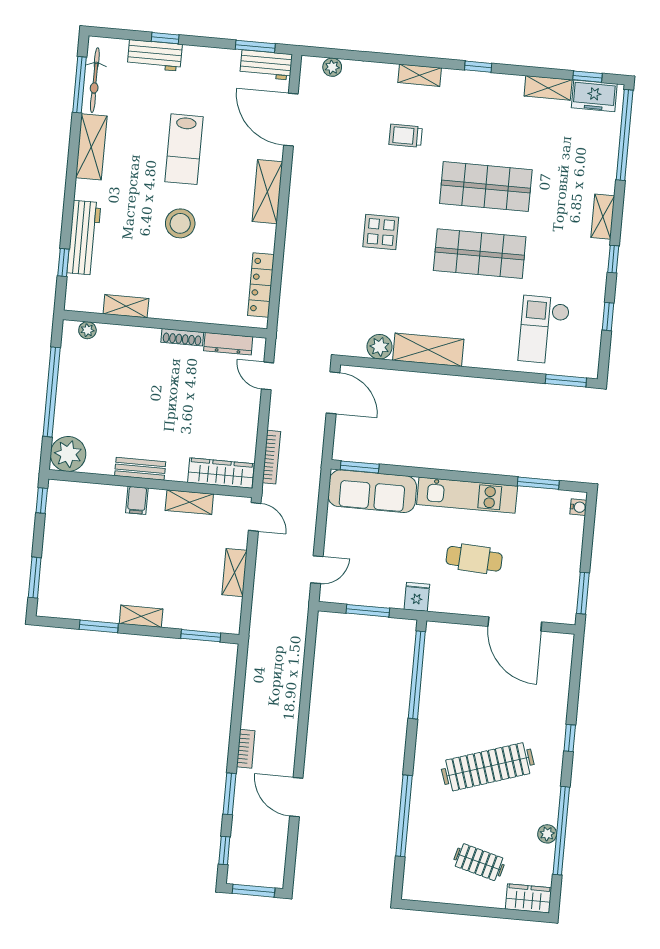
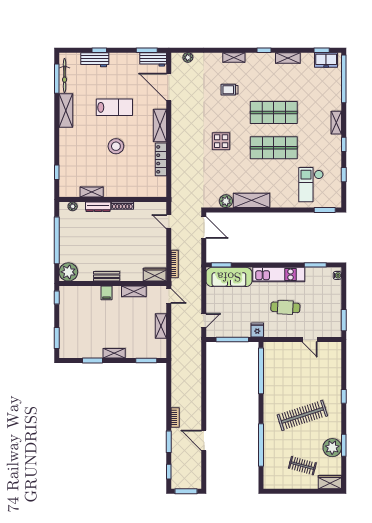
shelving: (548, 88) -> (288, 58), moved
lab bench: (184, 149) -> (114, 107), turned -90
workbench: (84, 238) -> (66, 158), removed
locker: (261, 285) -> (161, 159), moved
dresser: (228, 344) -> (98, 207), moved
wardrobe: (221, 473) -> (155, 275), width x0.67
window: (368, 611) -> (232, 340), width x1.44
door: (515, 624) -> (310, 340), width x0.53
window: (561, 831) -> (344, 445), width x0.47
plant: (547, 834) -> (332, 448), width x1.88, depth x1.88

